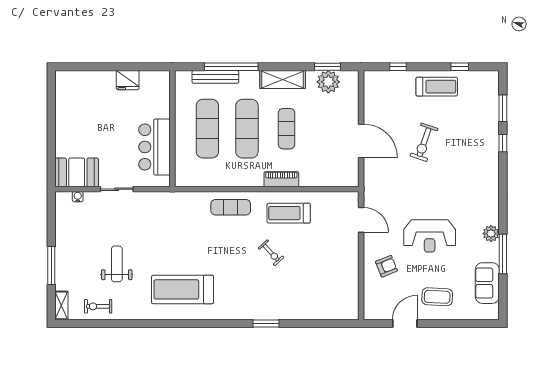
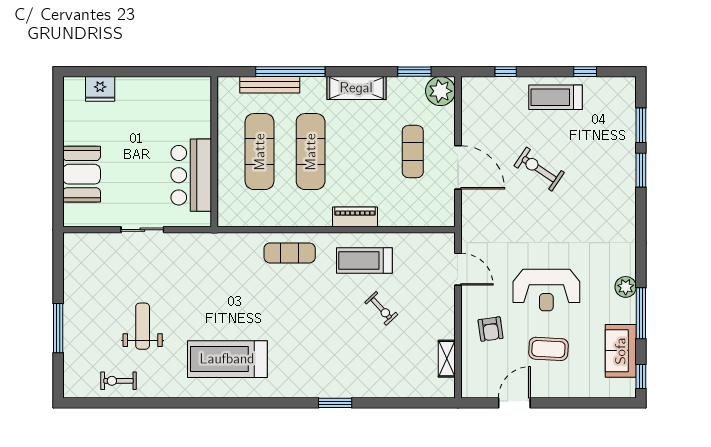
fridge: (128, 80) -> (100, 89), moved
plant: (328, 82) -> (440, 91), moved
treadmill: (437, 87) -> (555, 97), turned 180
exercise mat: (287, 129) -> (413, 152), moved
exercise bike: (424, 142) -> (539, 169), turned 105
window: (503, 143) -> (641, 170), width x1.50
booth: (77, 172) -> (82, 174), moved, turned 90
water cooler: (78, 197) -> (92, 239), removed
exercise bike: (271, 253) -> (381, 308), moved
armchair: (386, 266) -> (491, 329), turned 104
coffee table: (437, 297) -> (548, 349), moved
window: (503, 303) -> (641, 377), added
shelving: (61, 305) -> (447, 359), moved

